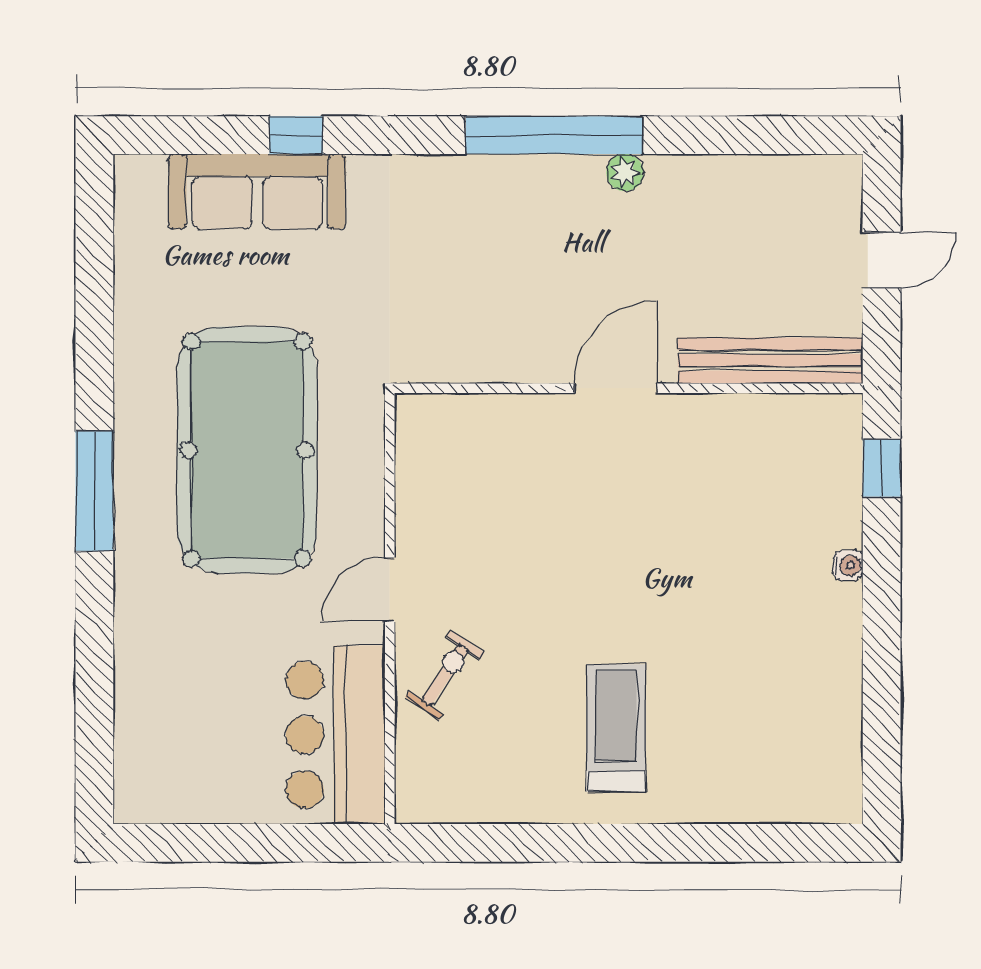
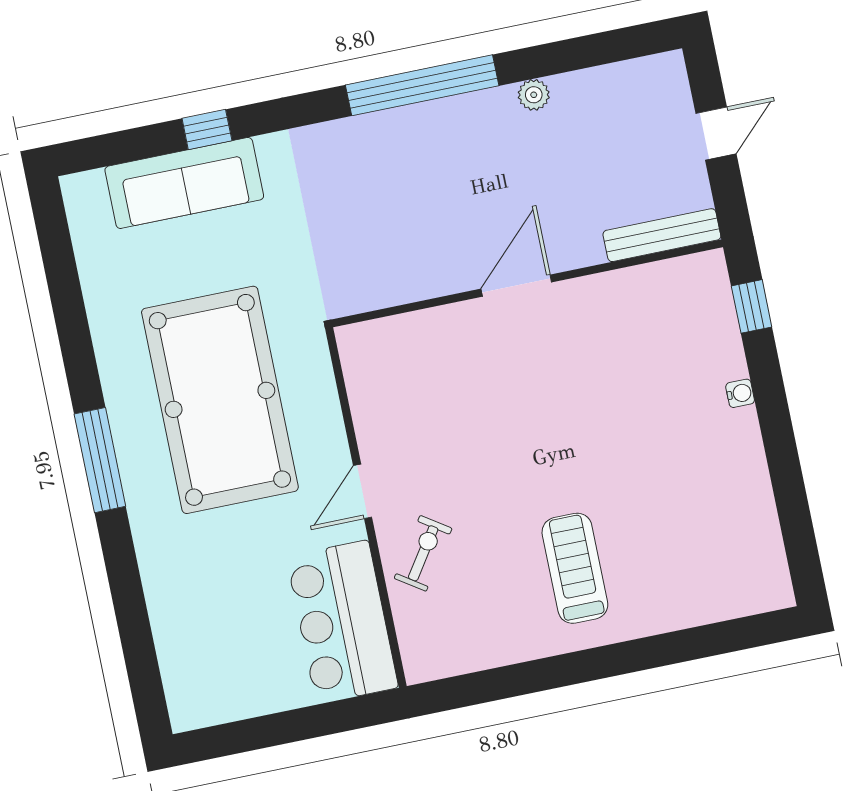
plant: (625, 173) -> (534, 95), moved
bench: (770, 361) -> (662, 235), width x0.73, depth x0.82

